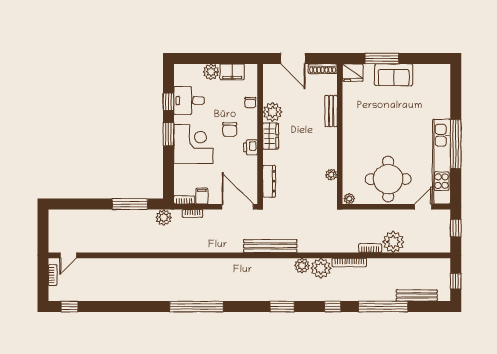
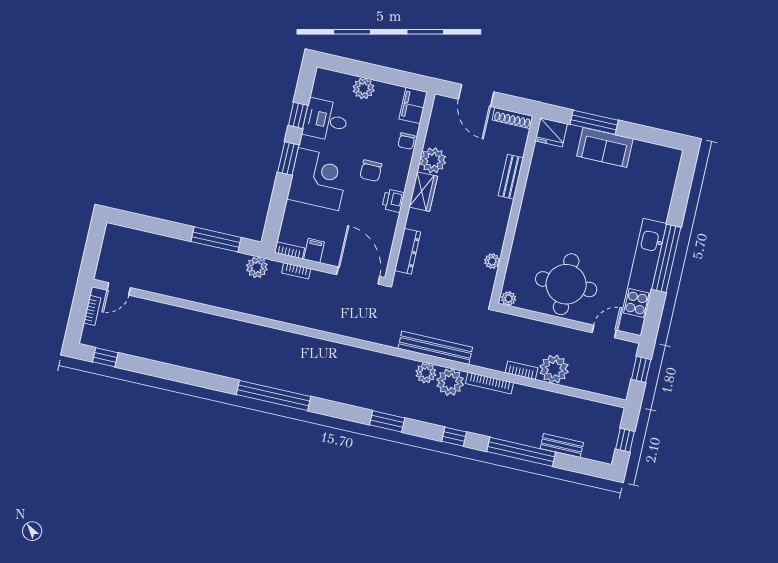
filing cabinet: (232, 72) -> (413, 106), moved, turned 90
bench: (270, 246) -> (435, 348), moved
bench: (417, 295) -> (562, 445), width x0.73

